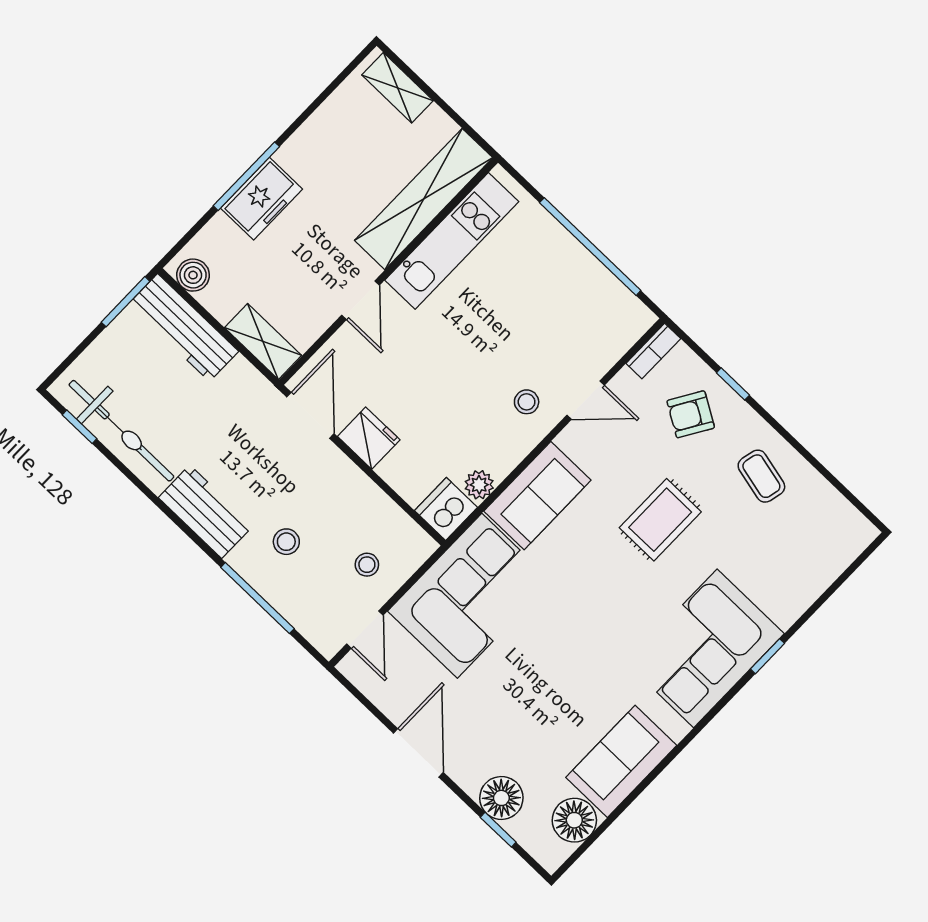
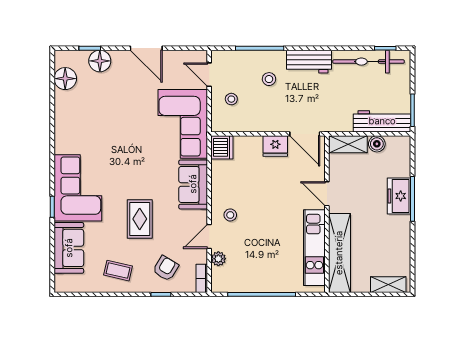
boiler: (193, 275) -> (377, 144), moved
plant: (479, 485) -> (218, 259), moved
sofa: (621, 761) -> (69, 248), moved

